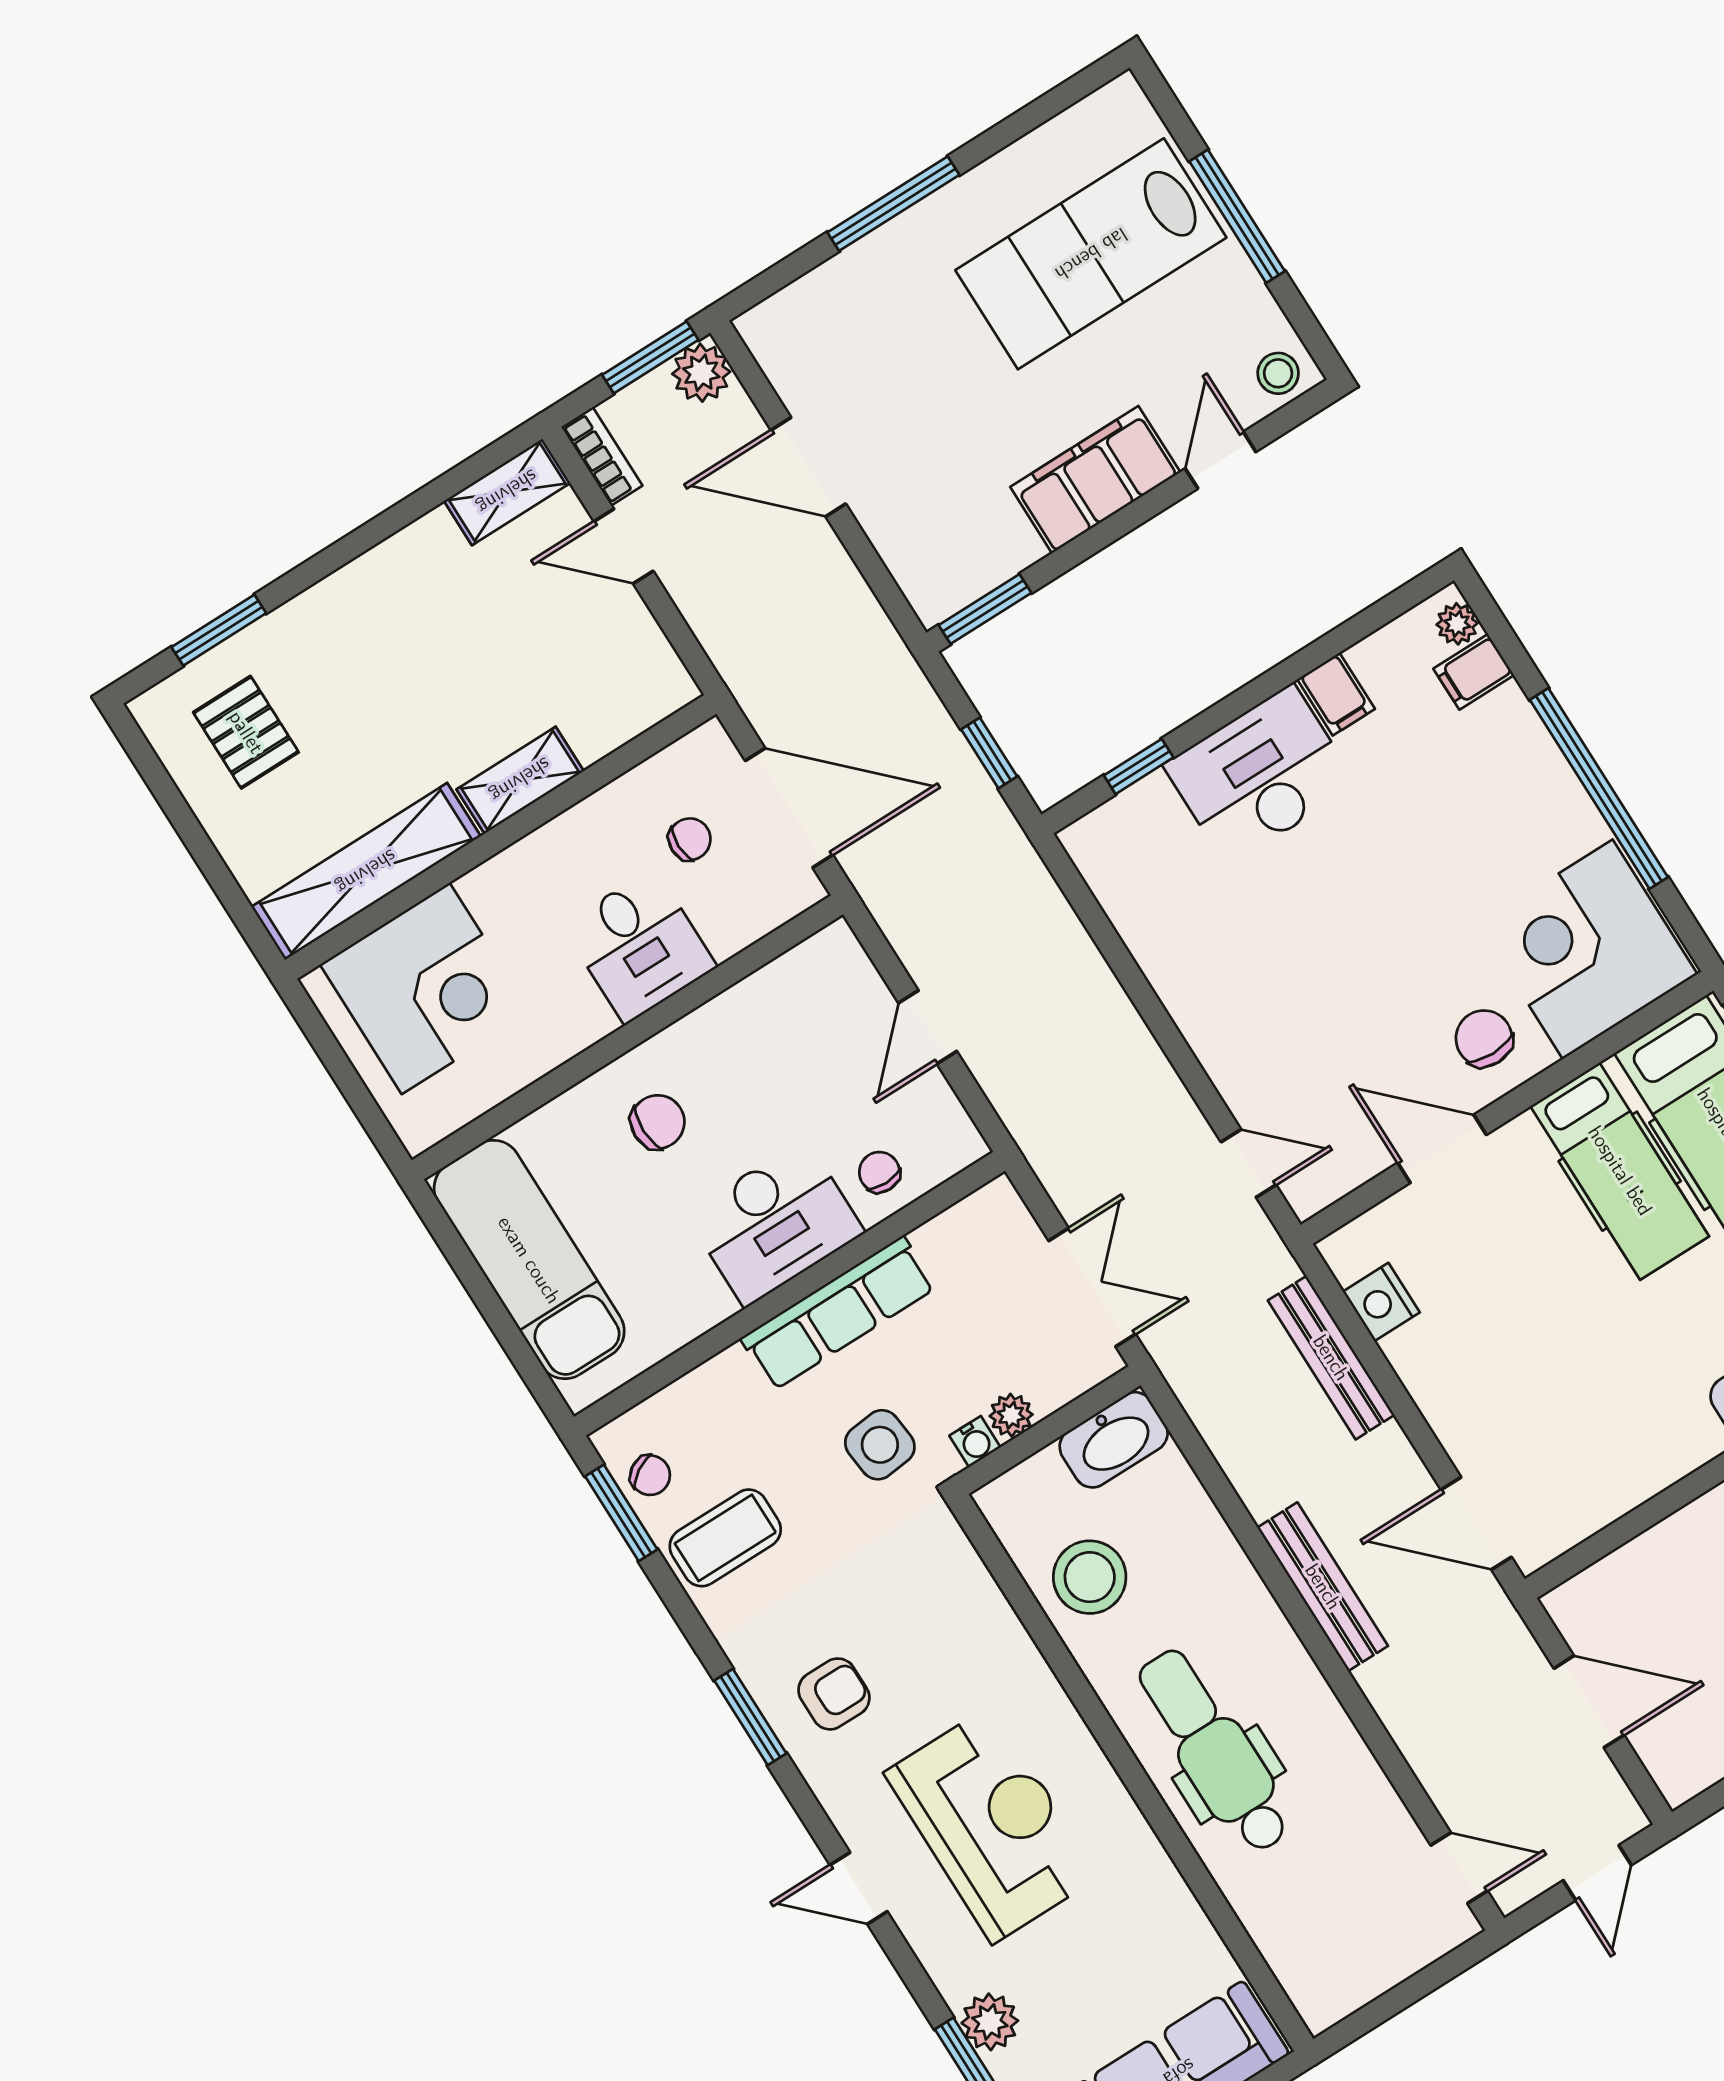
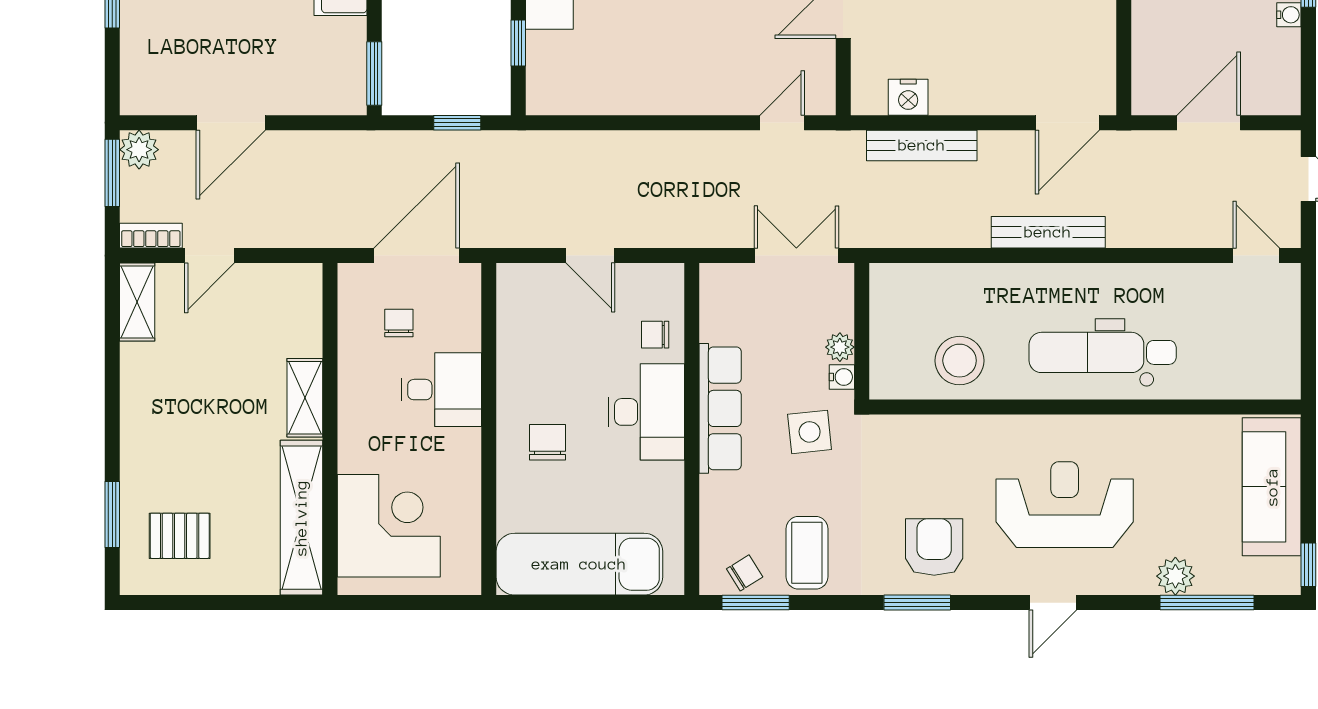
washbasin: (1114, 1440) -> (890, 298), removed
armchair: (834, 1694) -> (934, 547), width x1.38, depth x1.38
door: (1459, 1868) -> (1256, 256), hinge flipped

